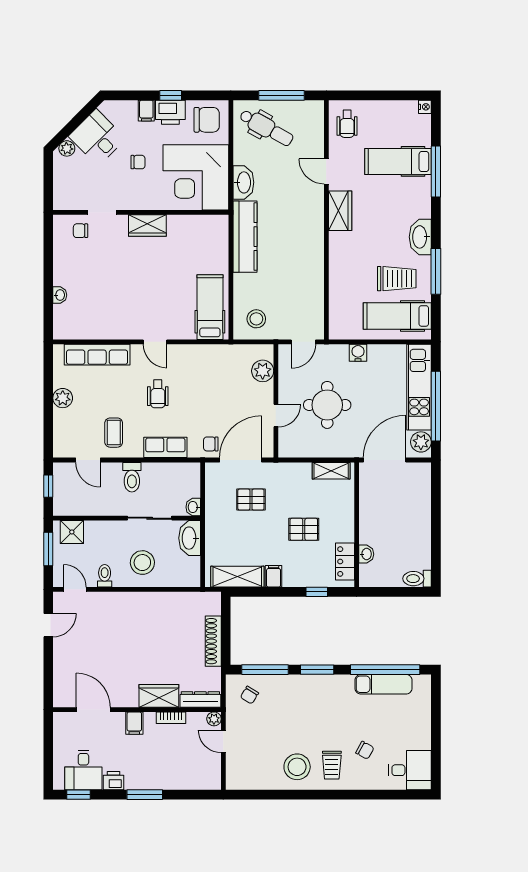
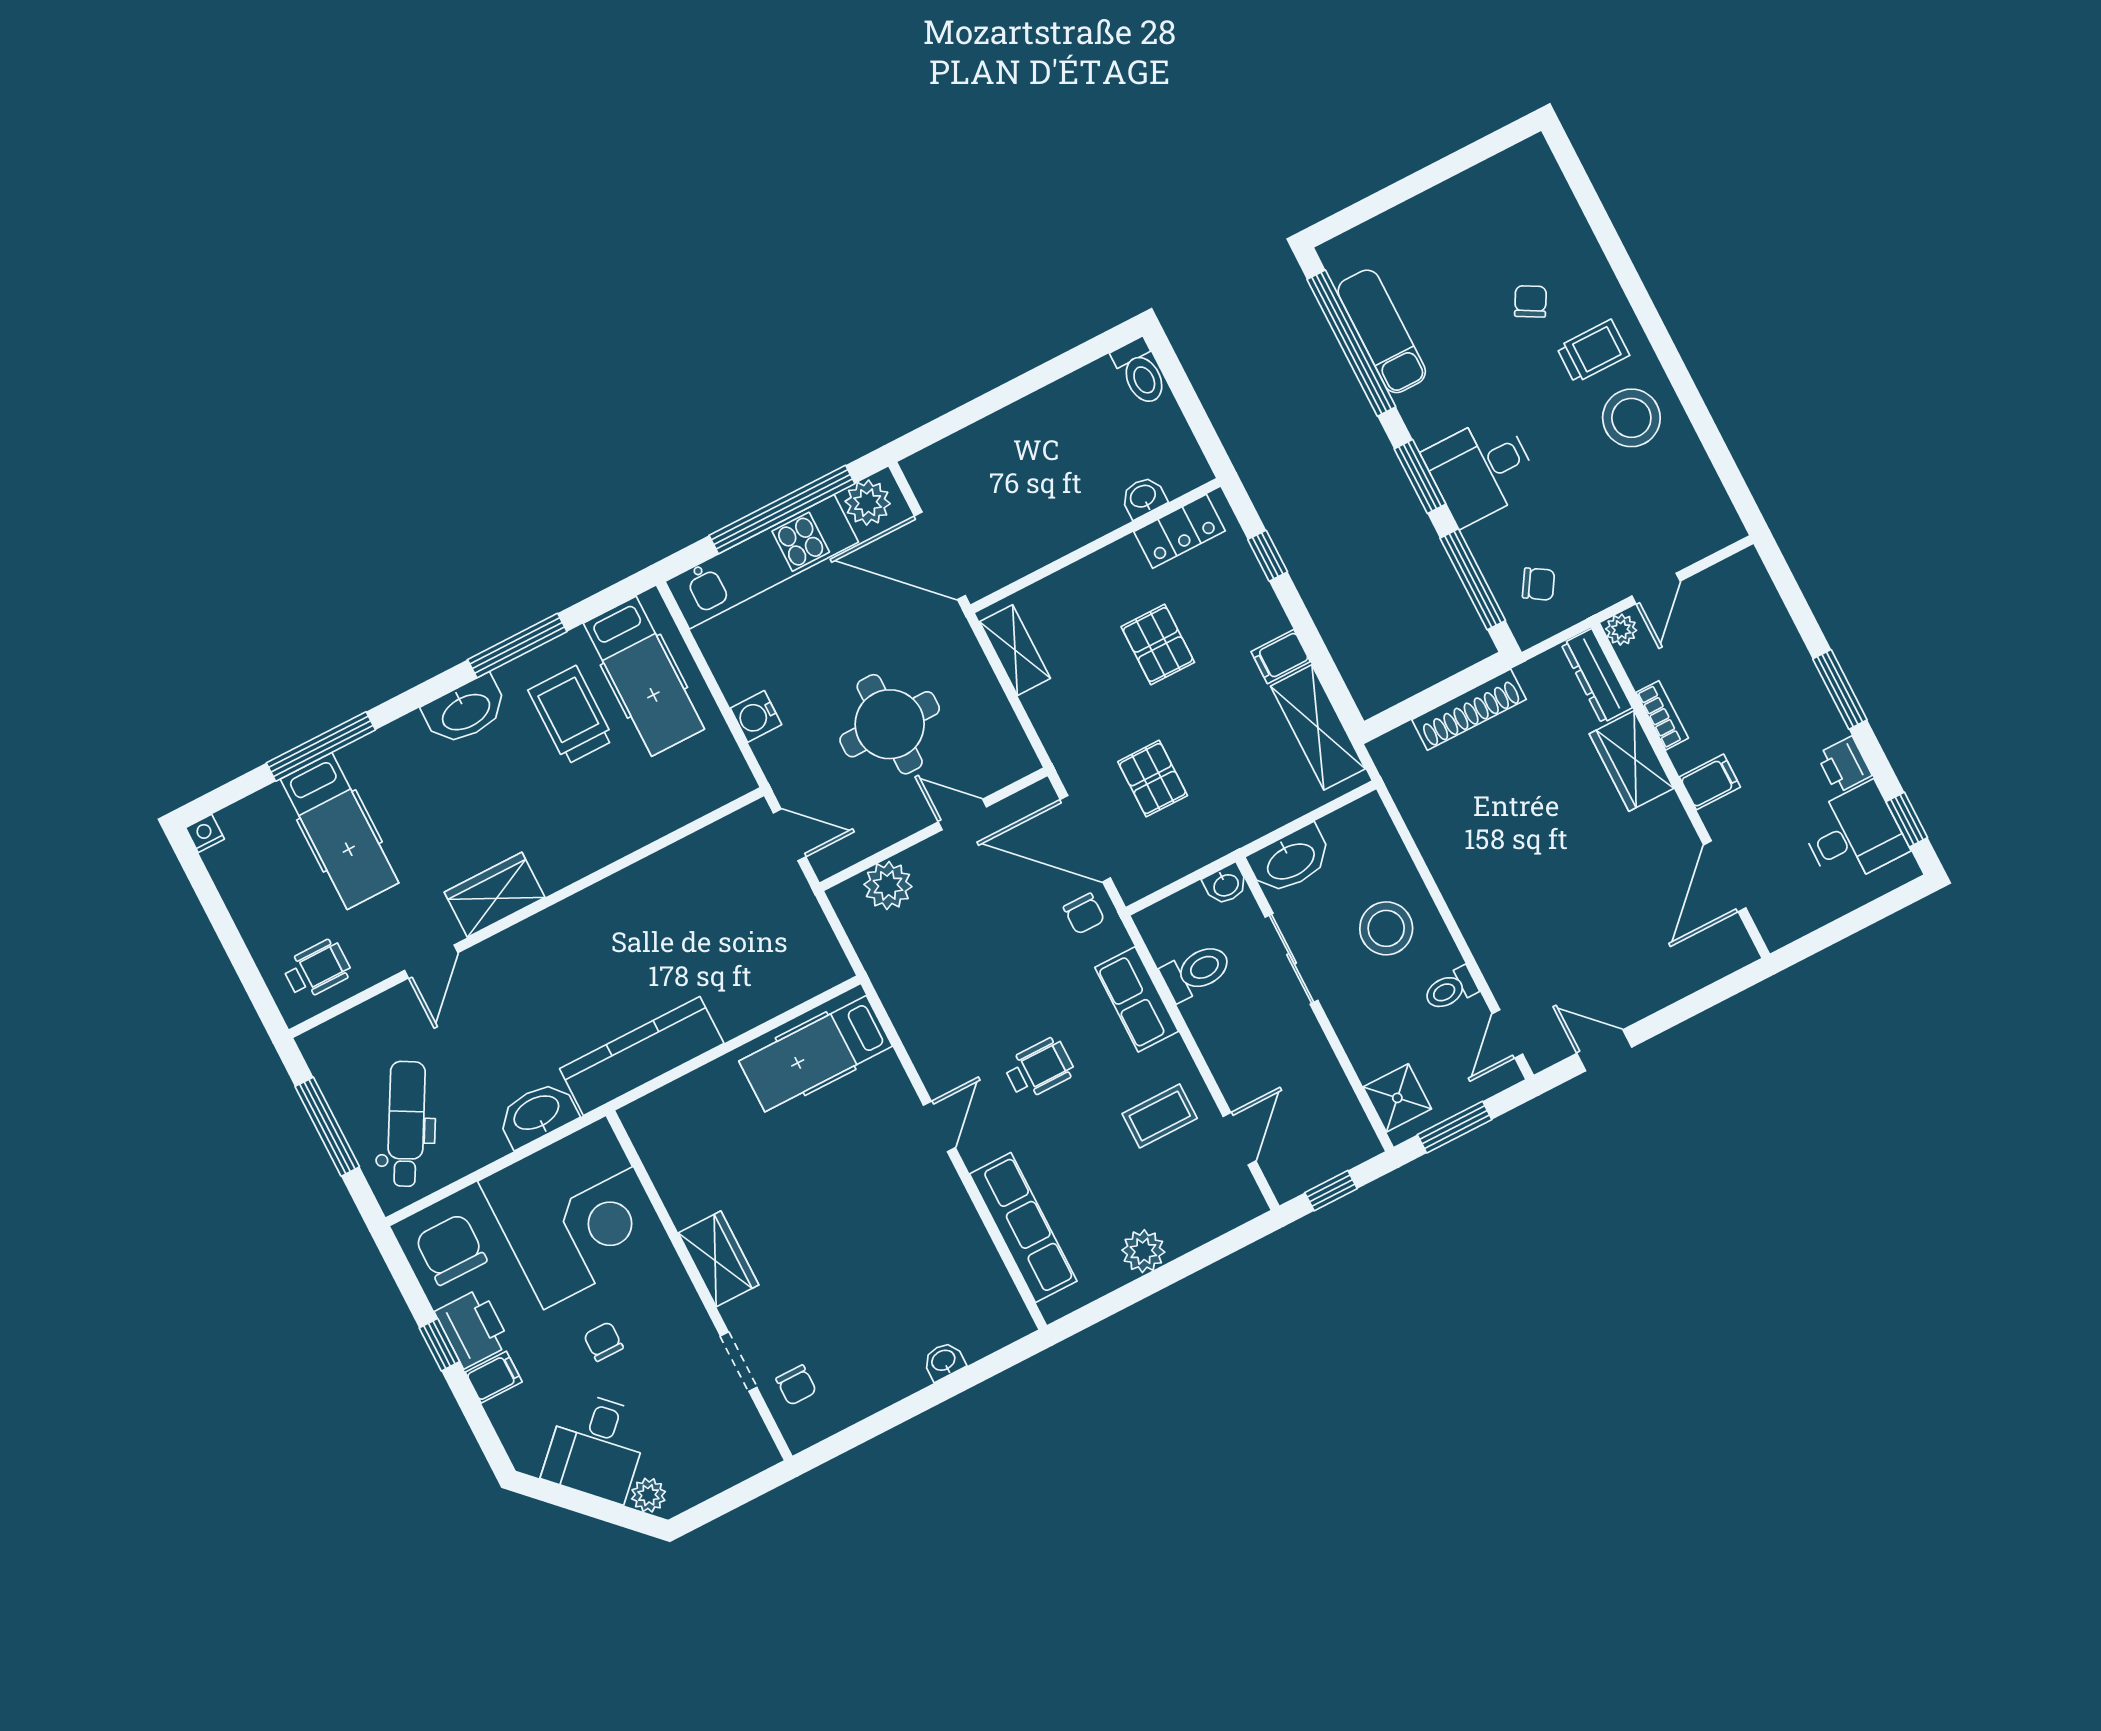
stool: (256, 319) -> (792, 951), removed
toilet: (132, 477) -> (1196, 972), moved
desk: (410, 770) -> (1481, 470), moved, turned -90

